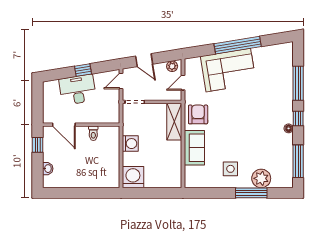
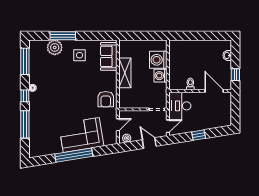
desk: (78, 90) -> (180, 106), moved, turned 99
shelving: (174, 122) -> (125, 73), moved
sofa: (194, 148) -> (109, 56), moved
washing machine: (133, 177) -> (158, 60), moved, turned 90

